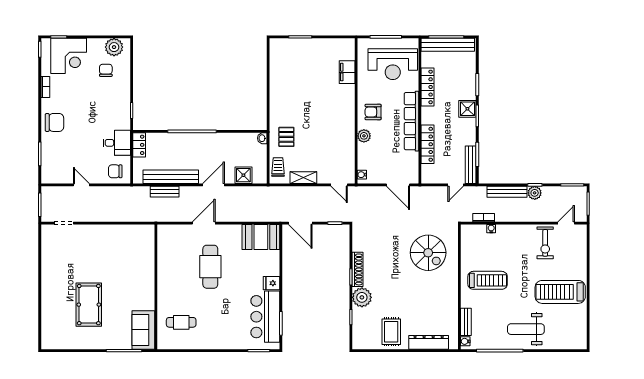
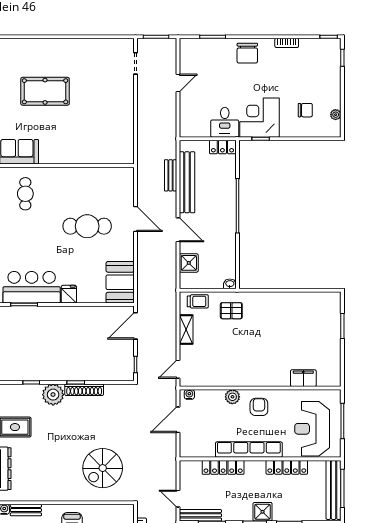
plant: (114, 47) -> (336, 115), width x0.53, depth x0.53
corner desk: (69, 56) -> (259, 118), moved, turned 90
chair: (115, 171) -> (193, 121), removed
door: (398, 185) -> (178, 420), moved

